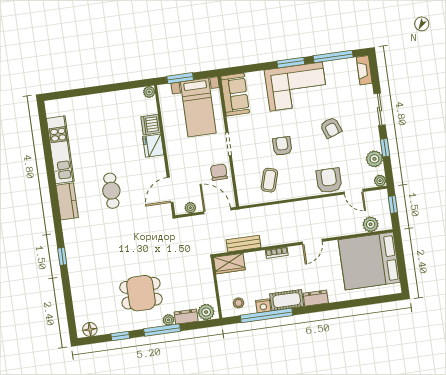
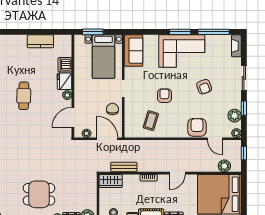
plant: (149, 92) -> (67, 95), moved
kitchen counter: (115, 99) -> (40, 41), added
cafe table: (111, 191) -> (24, 96), moved

